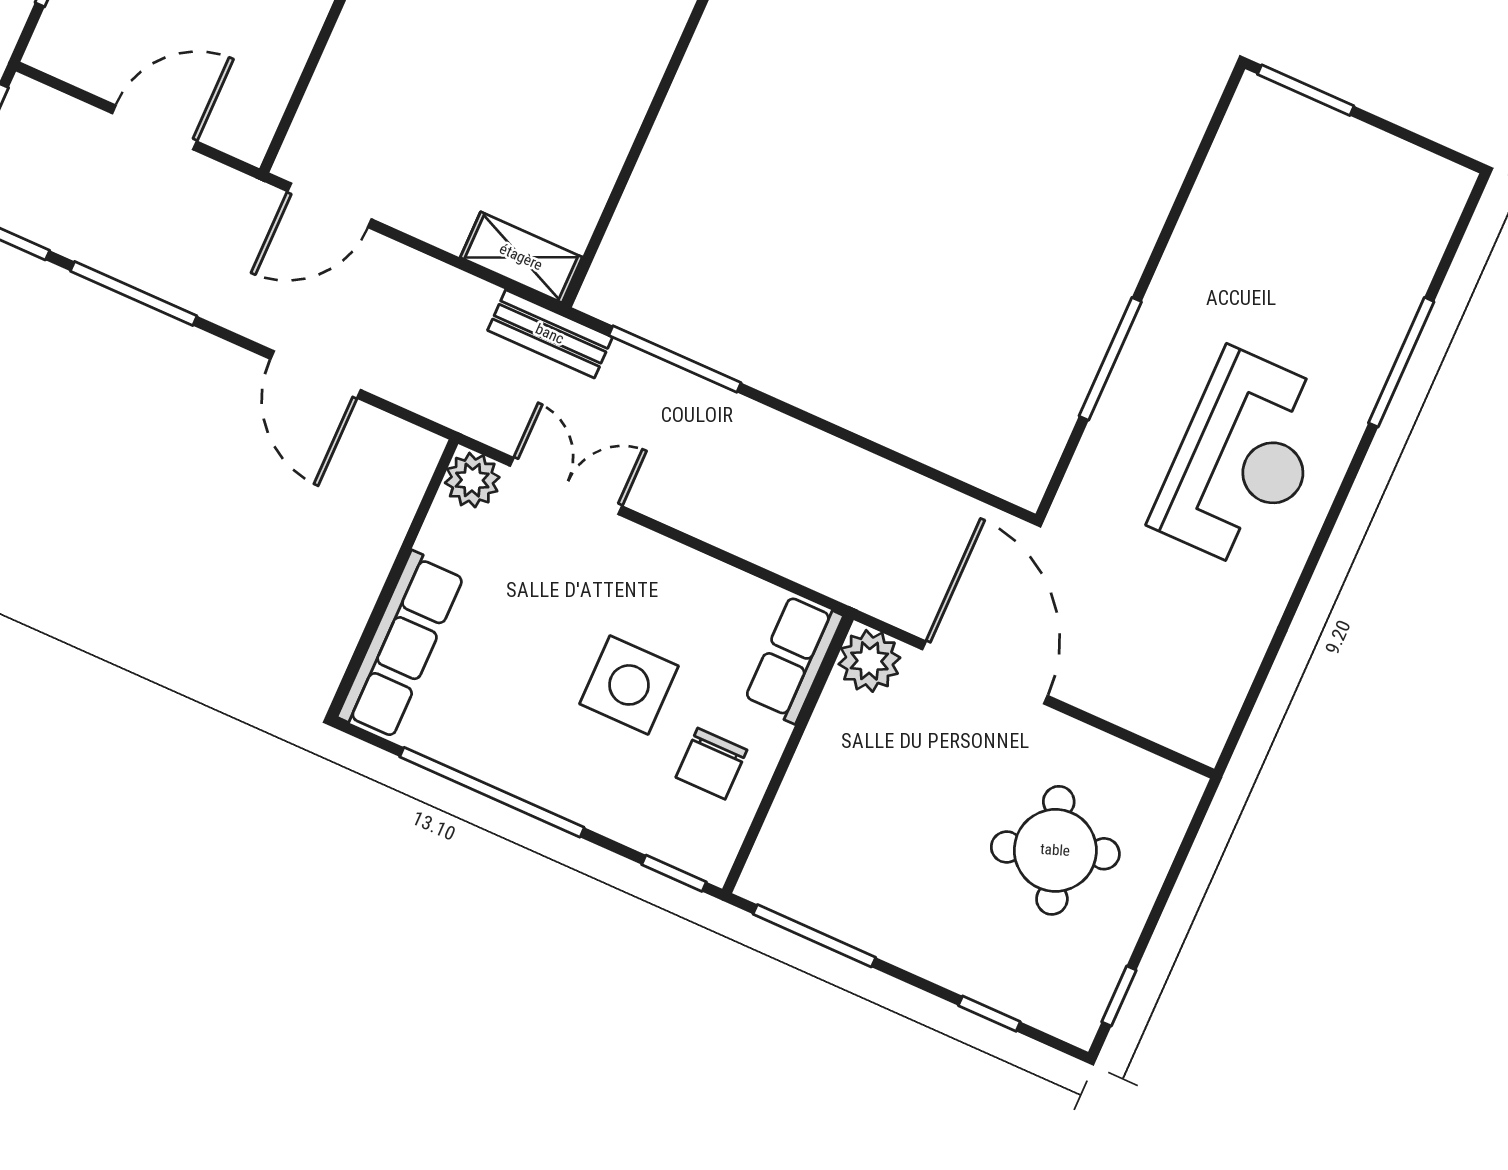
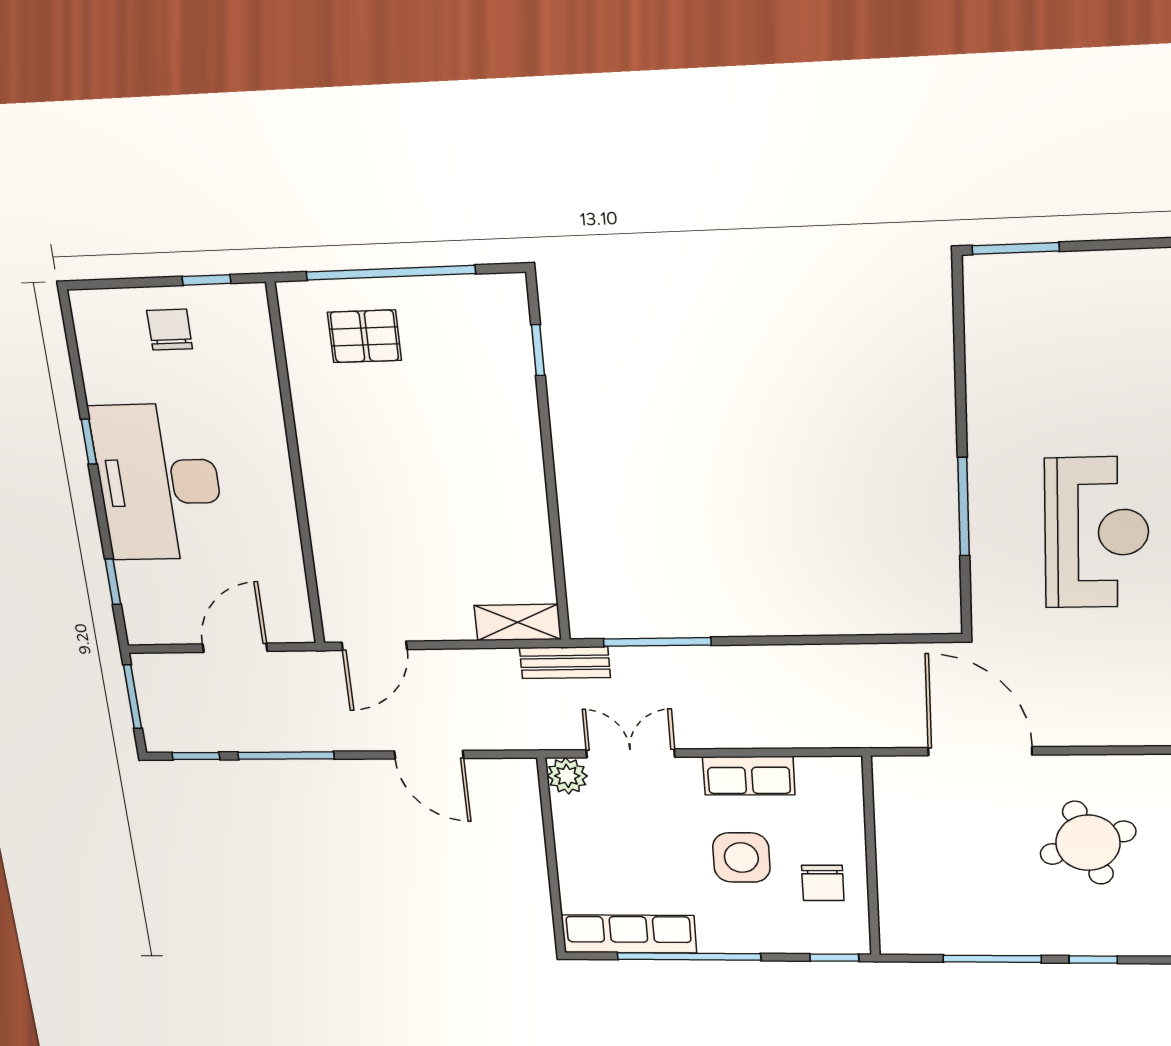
row of seats: (401, 645) -> (629, 934), moved, turned -90
row of seats: (794, 658) -> (749, 776), moved, turned -90
plant: (869, 661) -> (895, 777), removed
window: (814, 936) -> (992, 959), moved

